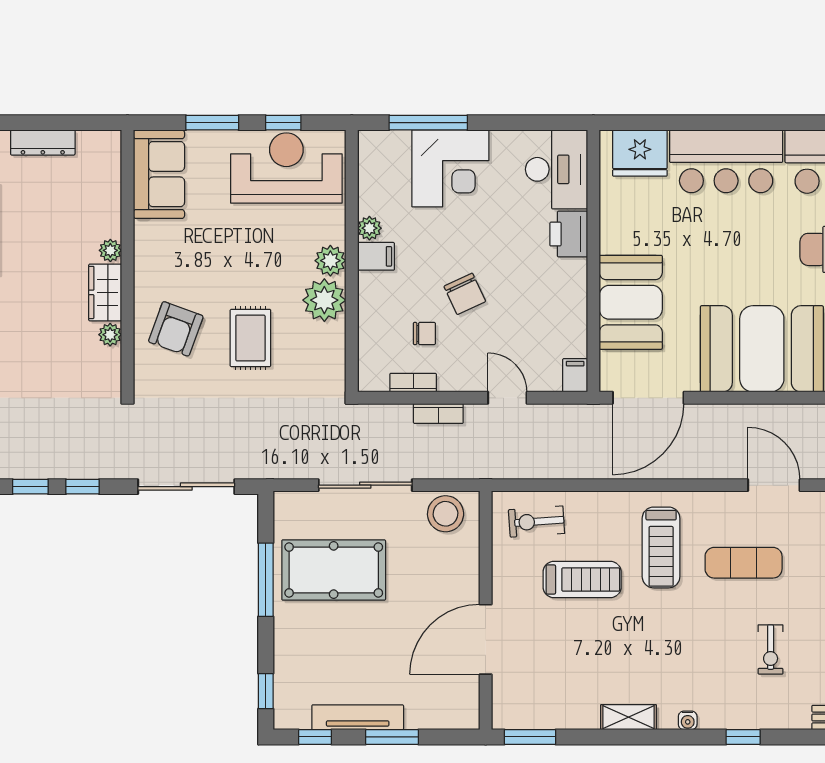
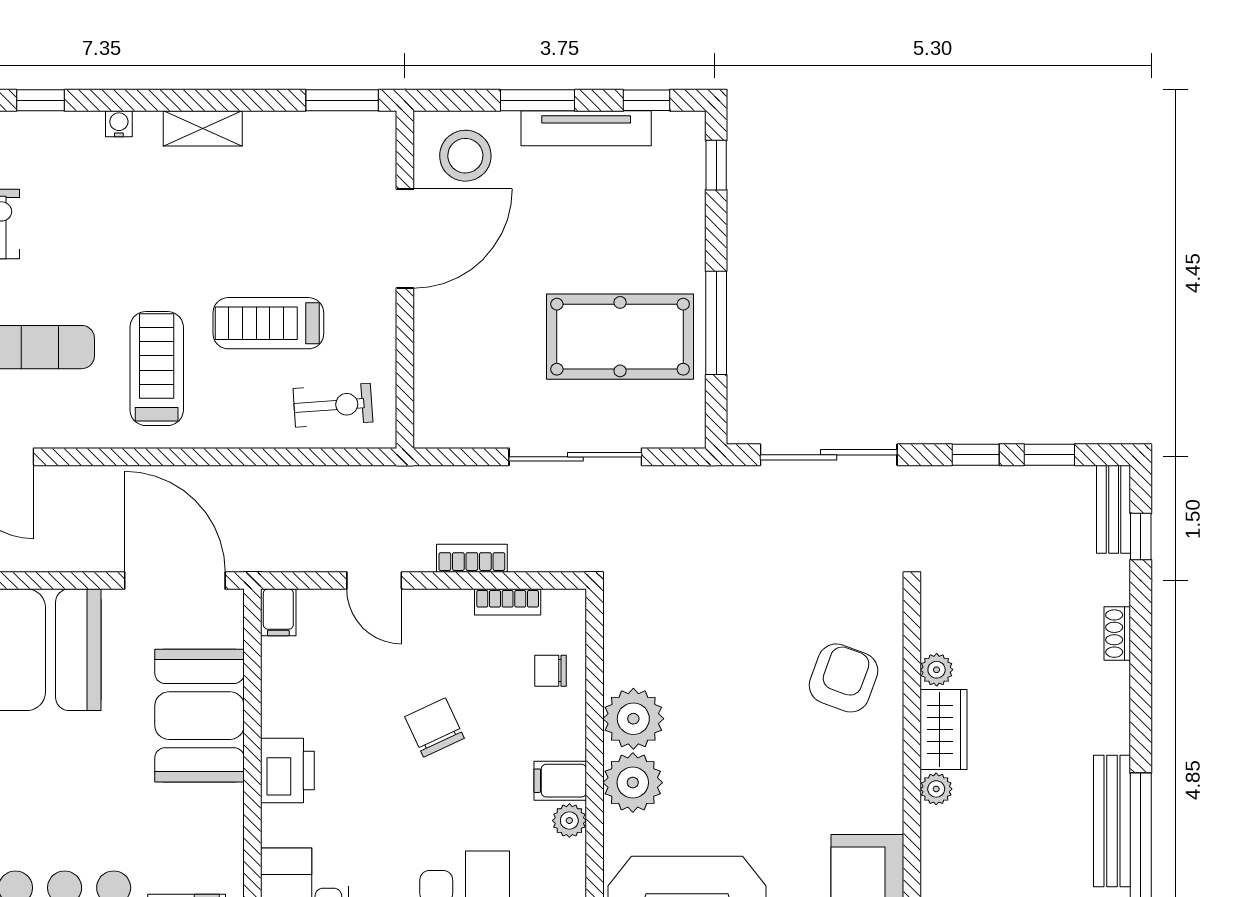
printer: (569, 234) -> (287, 770), moved
plant: (330, 261) -> (633, 783), width x1.36, depth x1.36
chair: (424, 333) -> (551, 671), moved
rug: (250, 338) -> (738, 665), removed
door: (648, 398) -> (175, 581), hinge flipped
stool: (446, 514) -> (465, 156), moved

